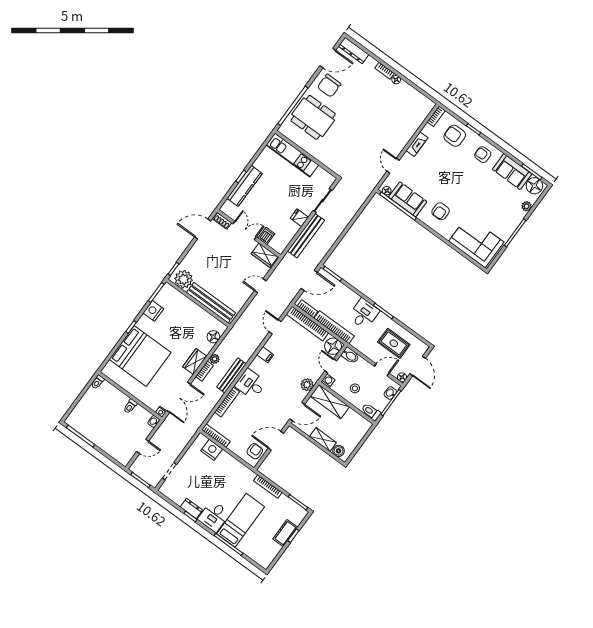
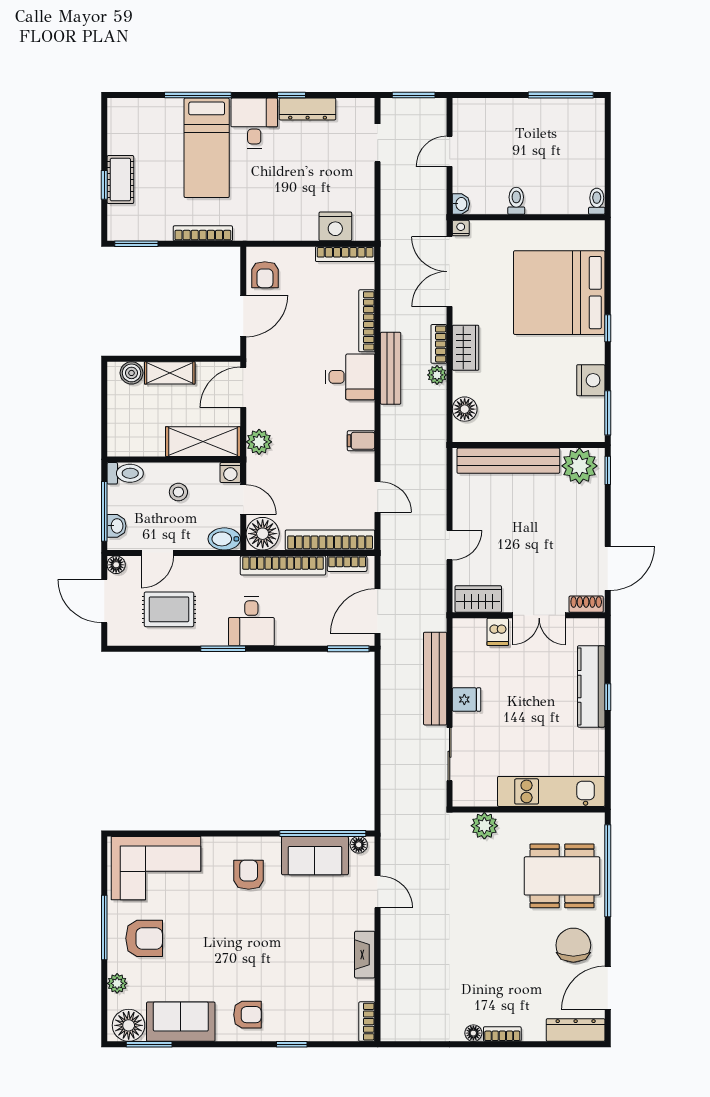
armchair: (455, 136) -> (144, 938), moved
plant: (330, 161) -> (484, 826), added
dresser: (191, 509) -> (308, 109), width x1.44

